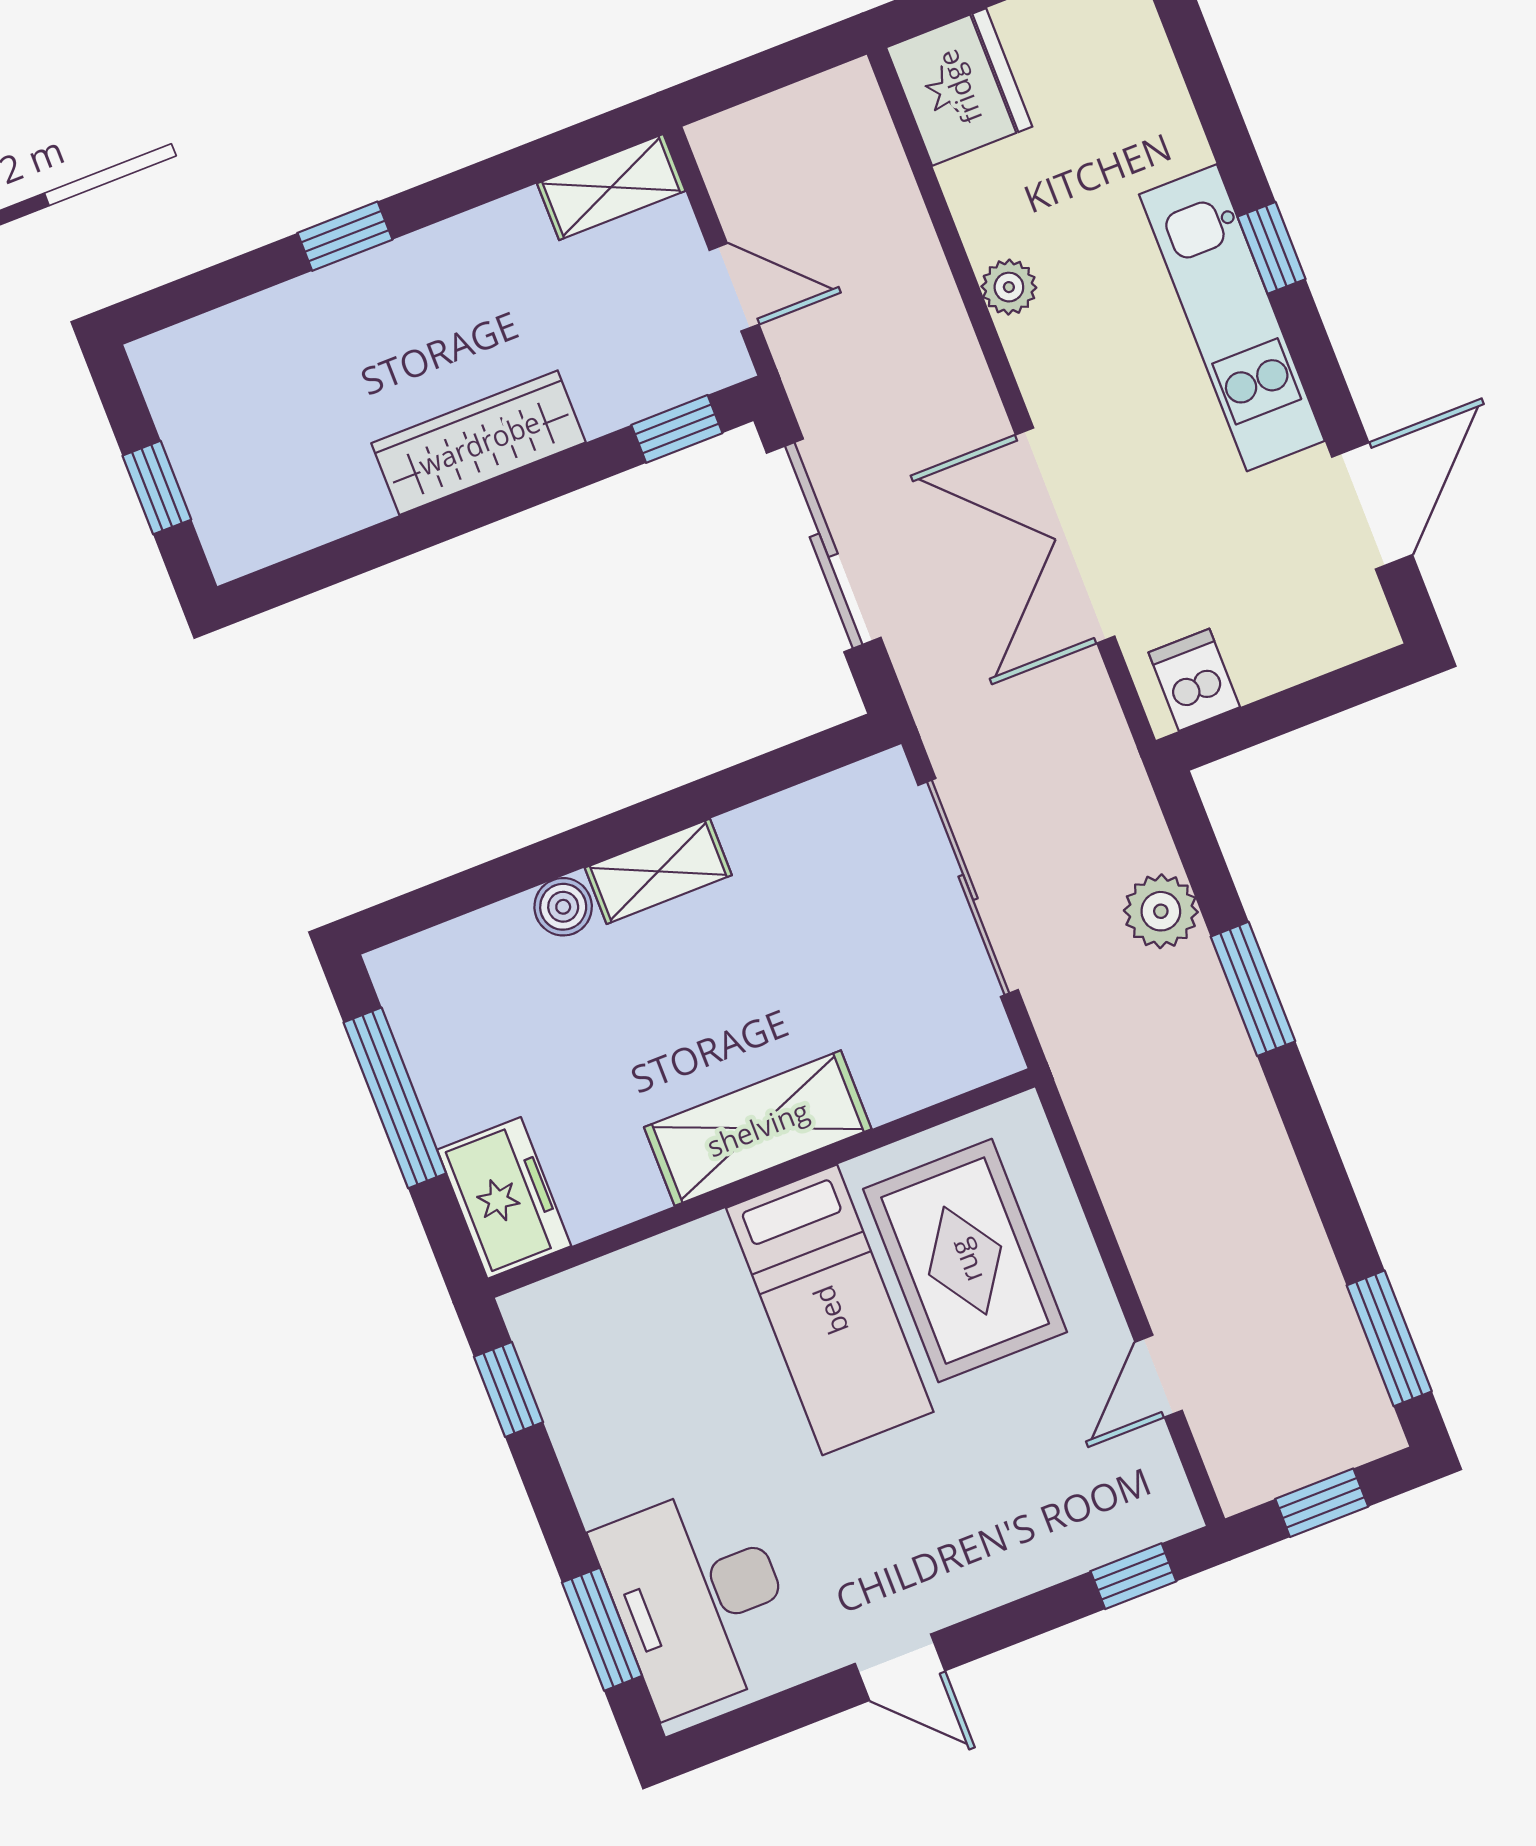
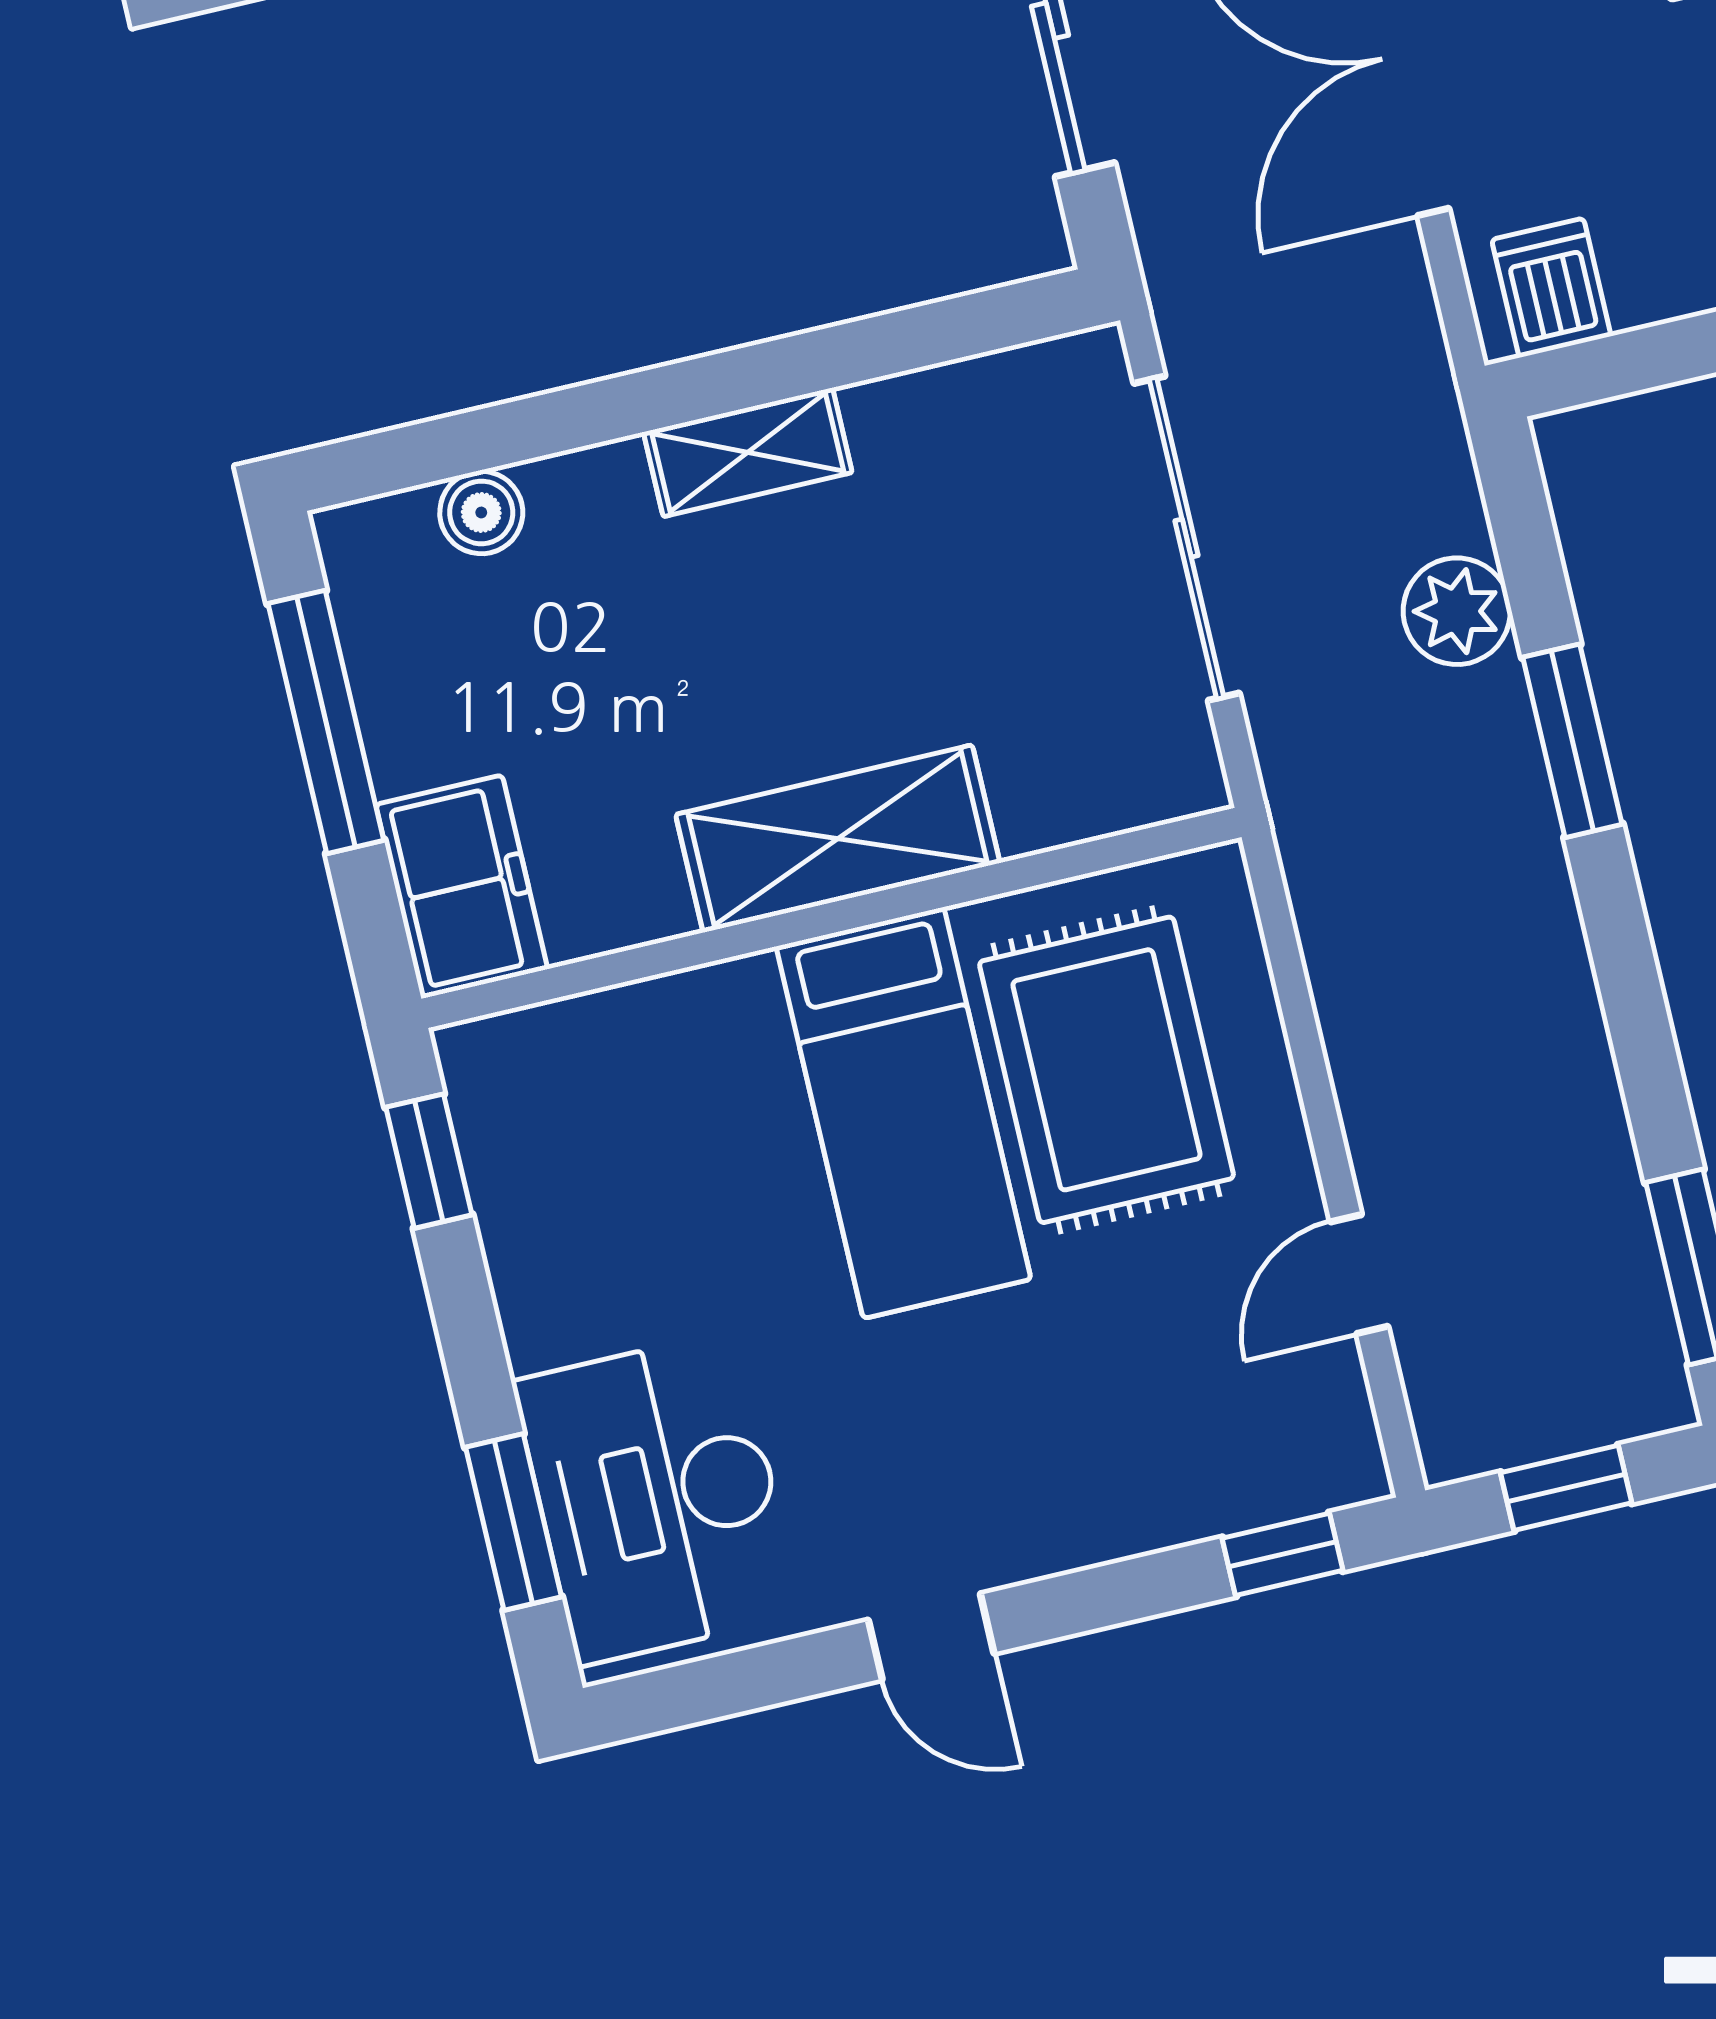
boiler: (563, 907) -> (481, 512), moved

